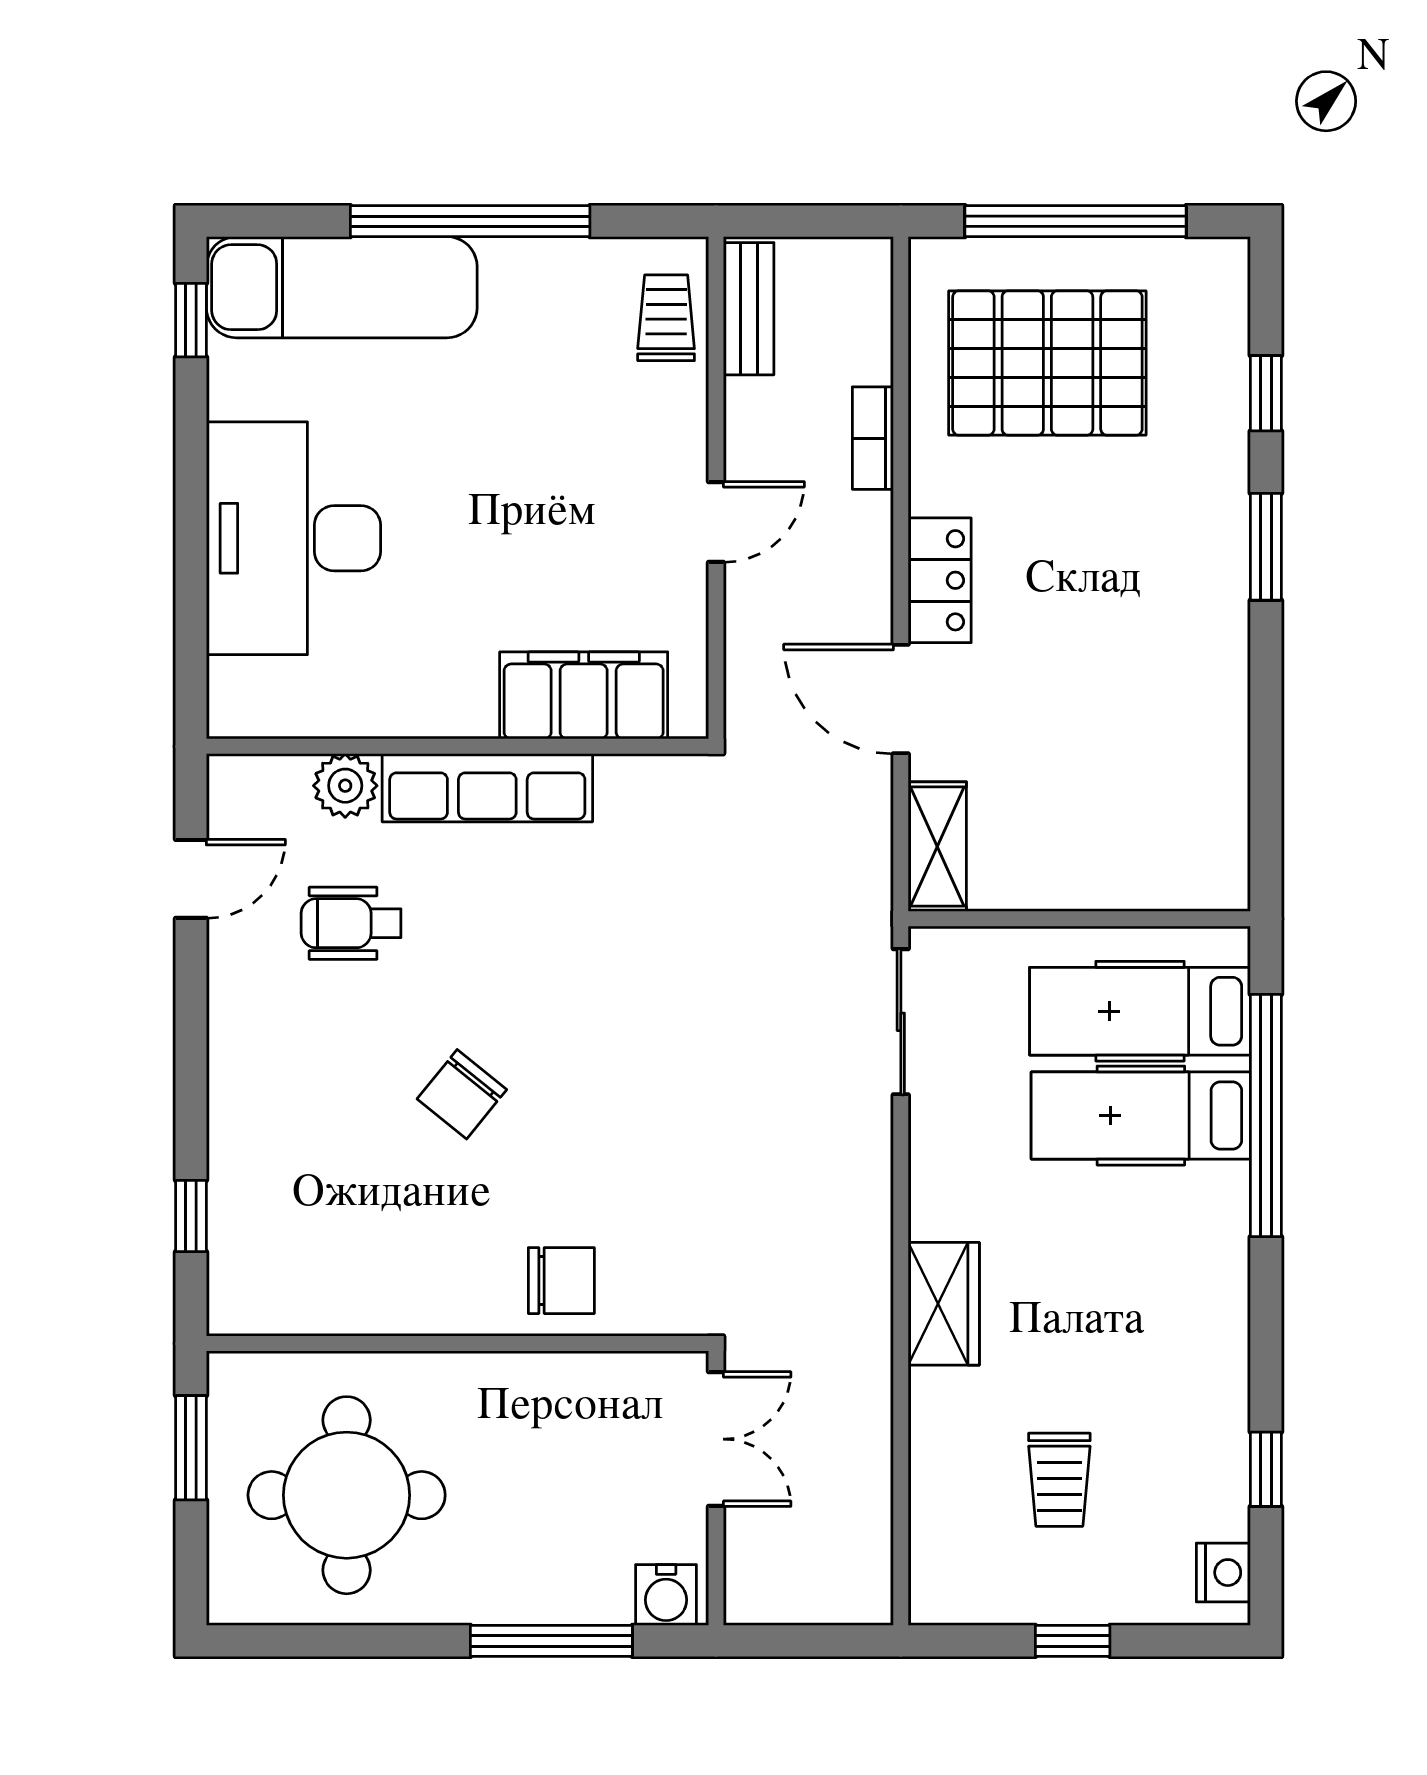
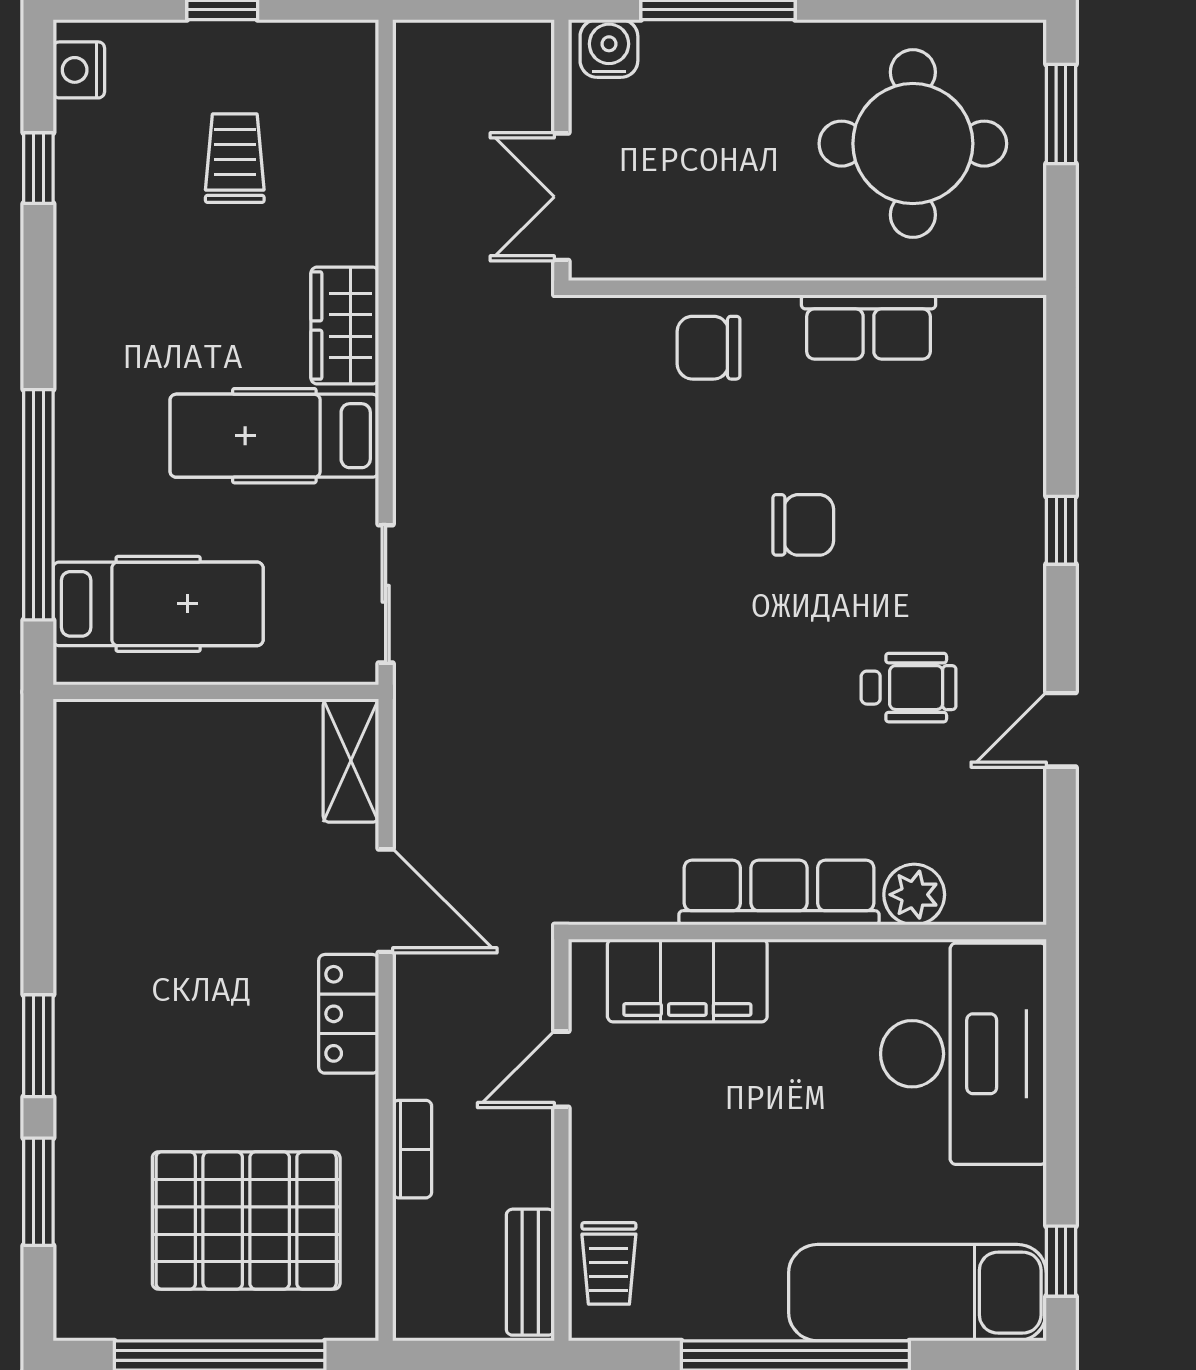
window: (1266, 393) -> (38, 1192), width x1.50
filing cabinet: (584, 695) -> (687, 980), moved
wall: (457, 746) -> (807, 932), moved
plant: (345, 786) -> (914, 895), moved
row of seats: (487, 788) -> (779, 893), moved
chair: (462, 1094) -> (803, 525), turned 51
hospital bed: (1141, 1116) -> (274, 436), moved, turned 180
window: (191, 1216) -> (1061, 530), moved
row of seats: (393, 1302) -> (868, 327), added
window: (191, 1448) -> (1061, 114), moved

